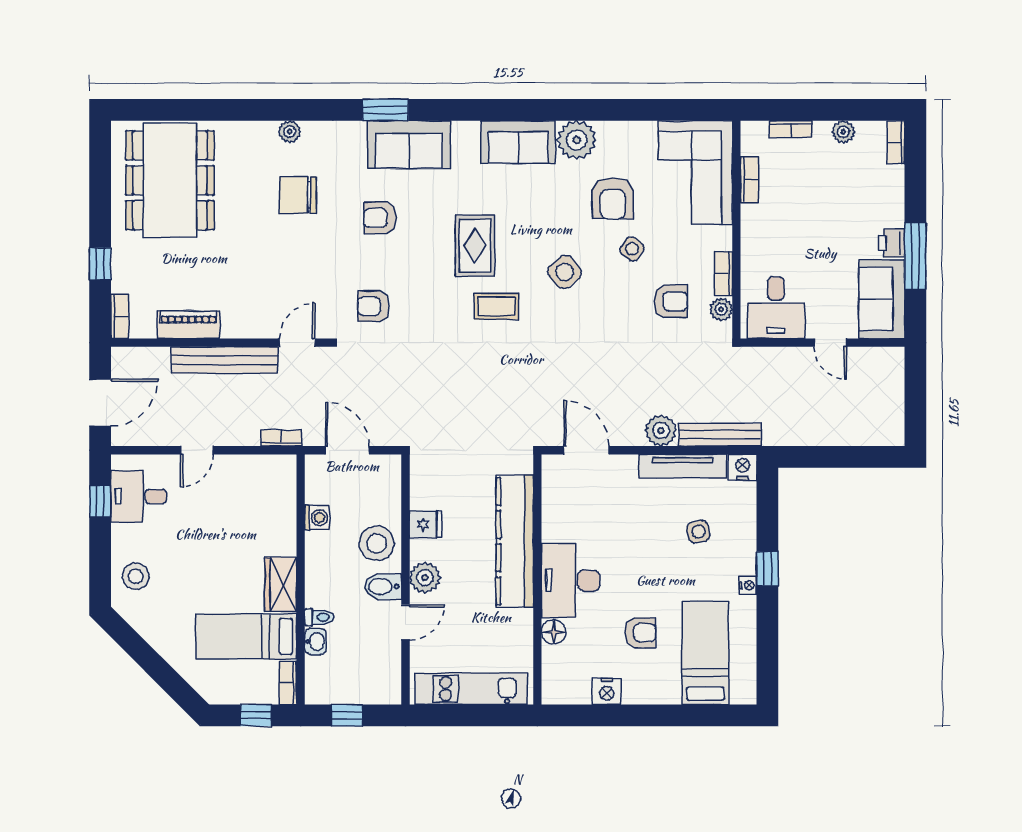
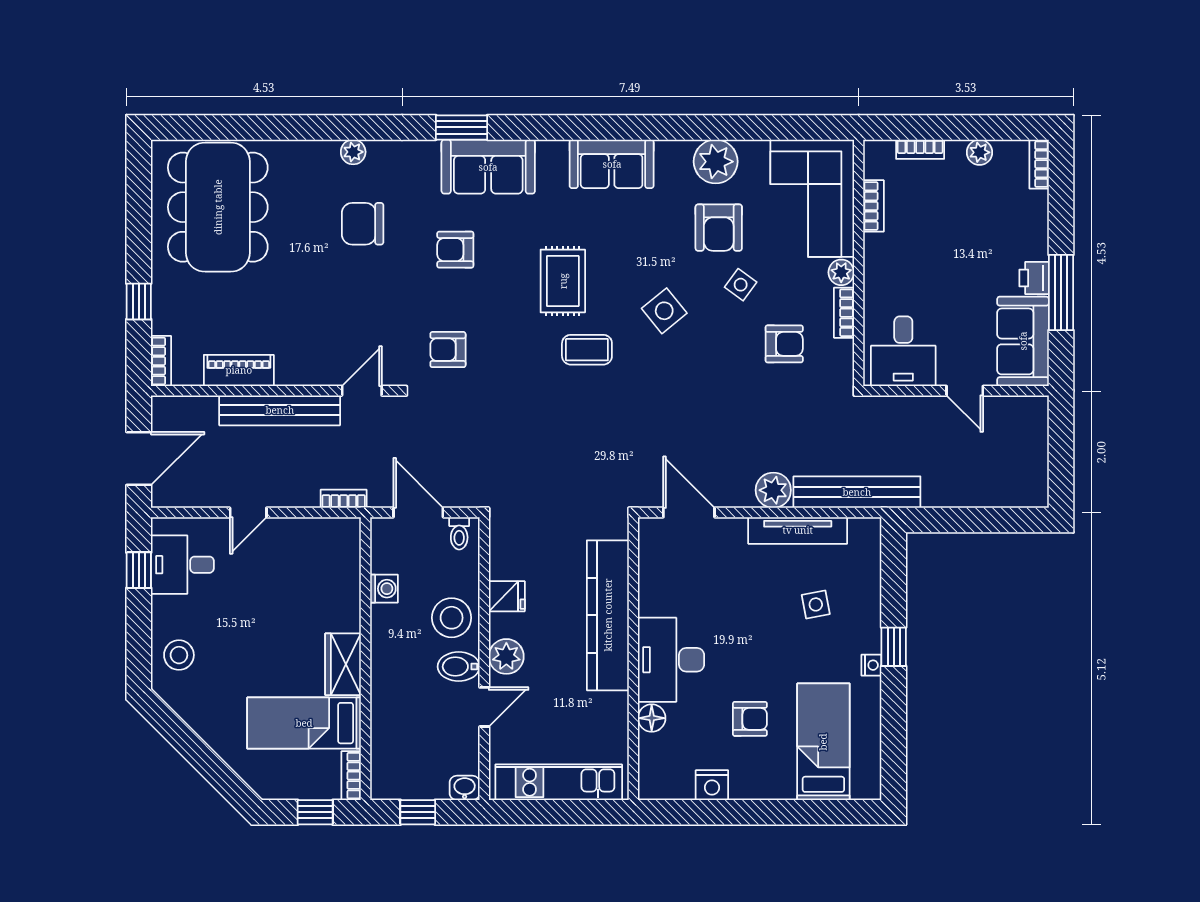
plant: (577, 140) -> (716, 162), moved
plant: (721, 309) -> (841, 272), moved
bench: (720, 435) -> (857, 492), width x1.37, depth x1.21
nightstand: (743, 467) -> (866, 532), removed
toilet: (319, 617) -> (459, 533), moved, turned 90
washbasin: (315, 641) -> (465, 788), moved, turned -90

